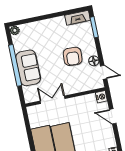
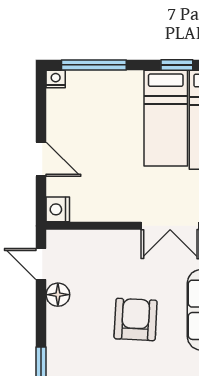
armchair: (73, 56) -> (136, 319), moved

